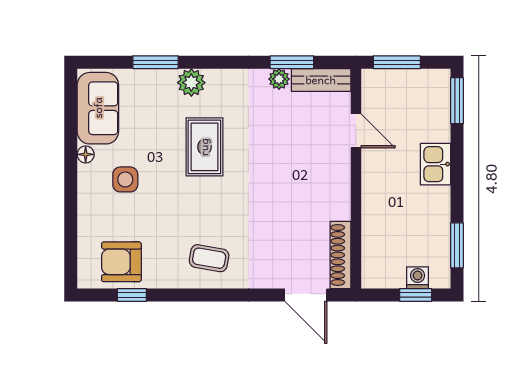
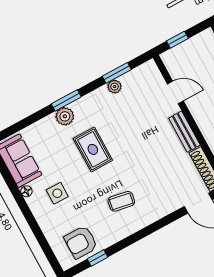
window: (155, 62) -> (66, 100), moved
window: (397, 62) -> (177, 40), width x0.67
bench: (321, 80) -> (184, 132), moved, turned 90
coffee table: (209, 258) -> (121, 201), moved

